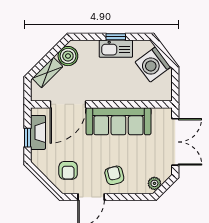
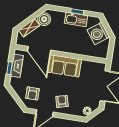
door: (68, 104) -> (39, 51), hinge flipped
sofa: (118, 121) -> (65, 66), width x0.73

